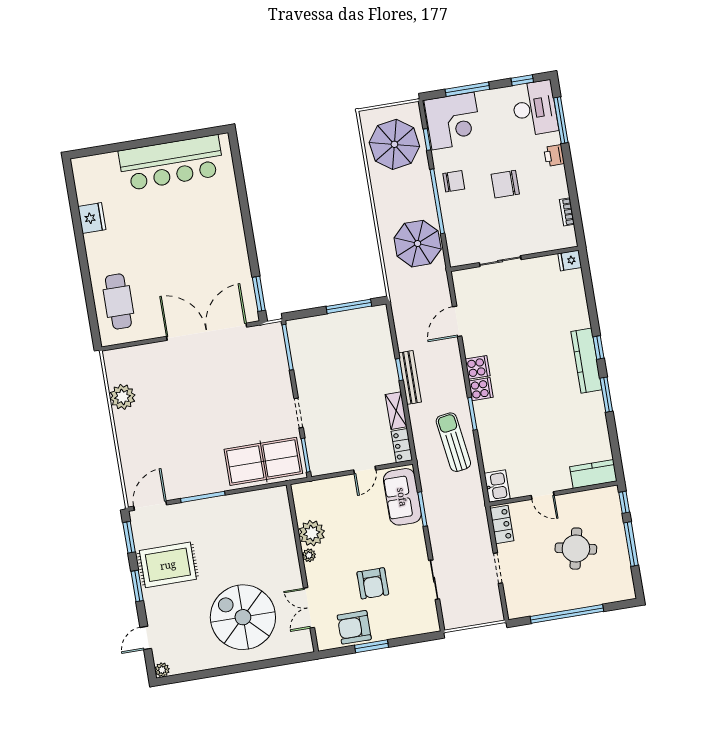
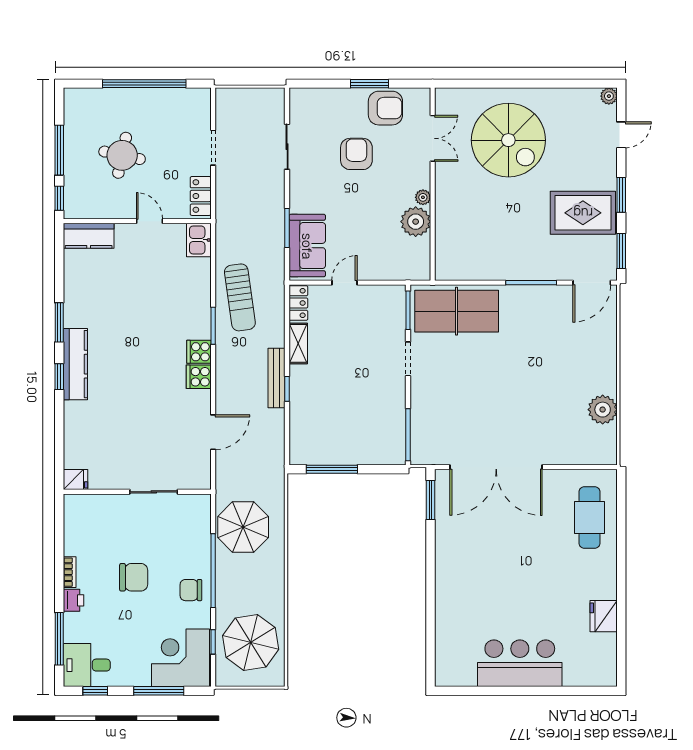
desk: (534, 108) -> (87, 665), width x0.73
bar counter: (171, 163) -> (520, 663), width x0.73
bookcase: (567, 212) -> (70, 572), moved

